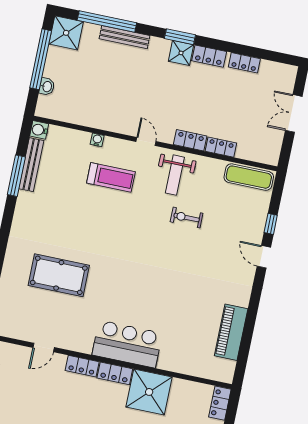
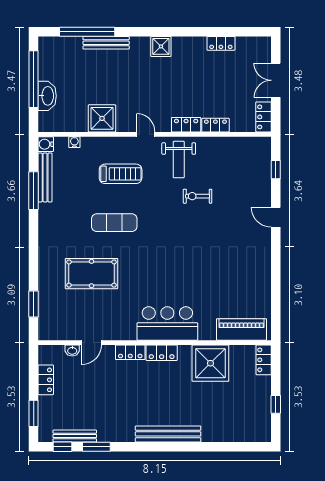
shower: (66, 33) -> (102, 118), moved
window: (180, 37) -> (157, 32), removed
locker: (209, 56) -> (264, 117), moved, turned 90
washbasin: (47, 87) -> (47, 96), width x1.91, depth x1.45
water cooler: (97, 140) -> (74, 142), moved
exercise mat: (249, 177) -> (114, 223), moved
window: (271, 224) -> (276, 170), moved
piano: (231, 332) -> (242, 329), moved, turned 90
washbasin: (22, 352) -> (72, 351), added
shower: (149, 392) -> (210, 363), moved

